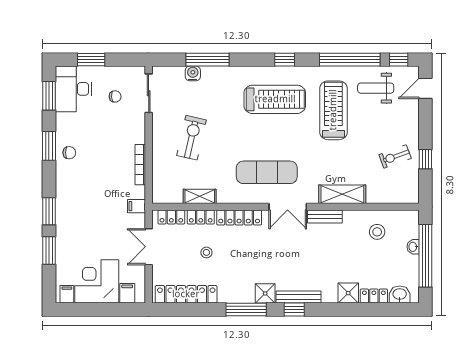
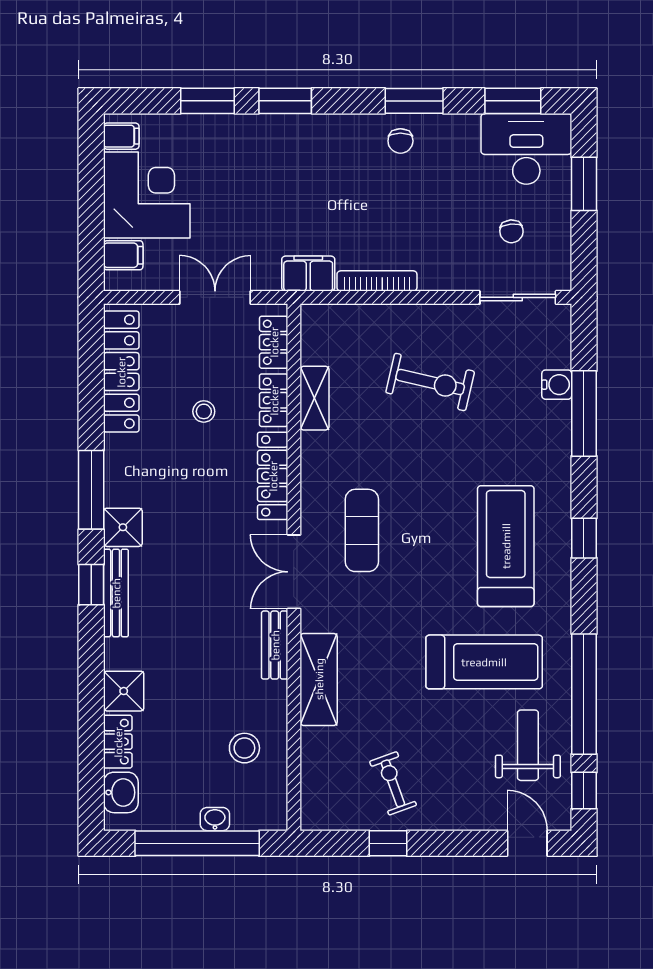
window: (285, 60) -> (584, 538), moved
treadmill: (275, 99) -> (506, 546), turned 180
exercise mat: (267, 172) -> (362, 530), width x0.73, depth x0.69
filing cabinet: (137, 206) -> (308, 274), width x2.00

